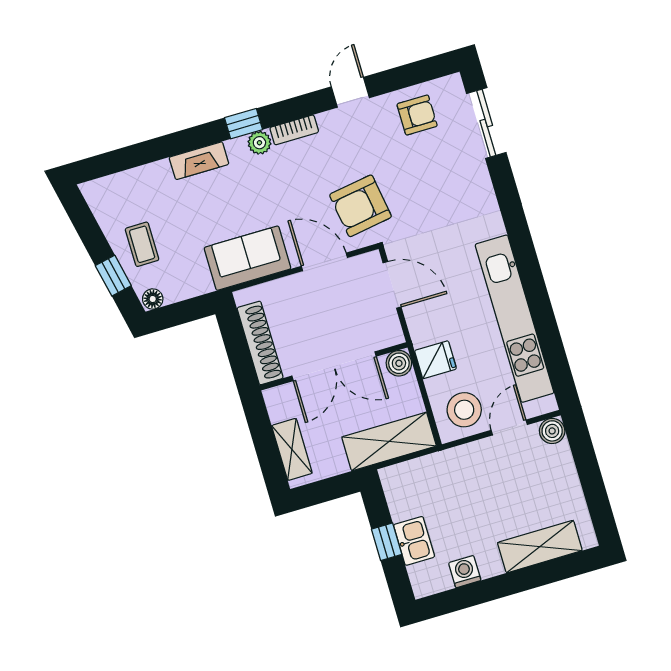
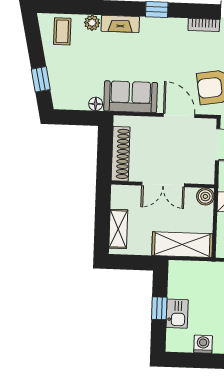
bookcase: (294, 130) -> (204, 25), moved
plant: (259, 143) -> (92, 23), moved
coffee table: (142, 244) -> (62, 31), moved
floor lamp: (153, 299) -> (96, 104), moved
double door: (334, 366) -> (163, 184), width x0.73

